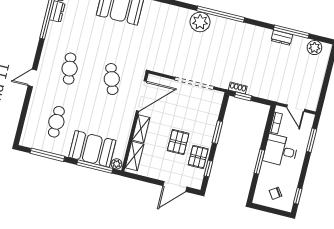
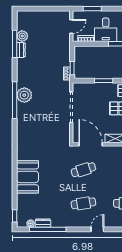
plant: (200, 22) -> (24, 95), moved
plant: (314, 48) -> (22, 36), moved
door: (32, 78) -> (97, 229), swing flipped

